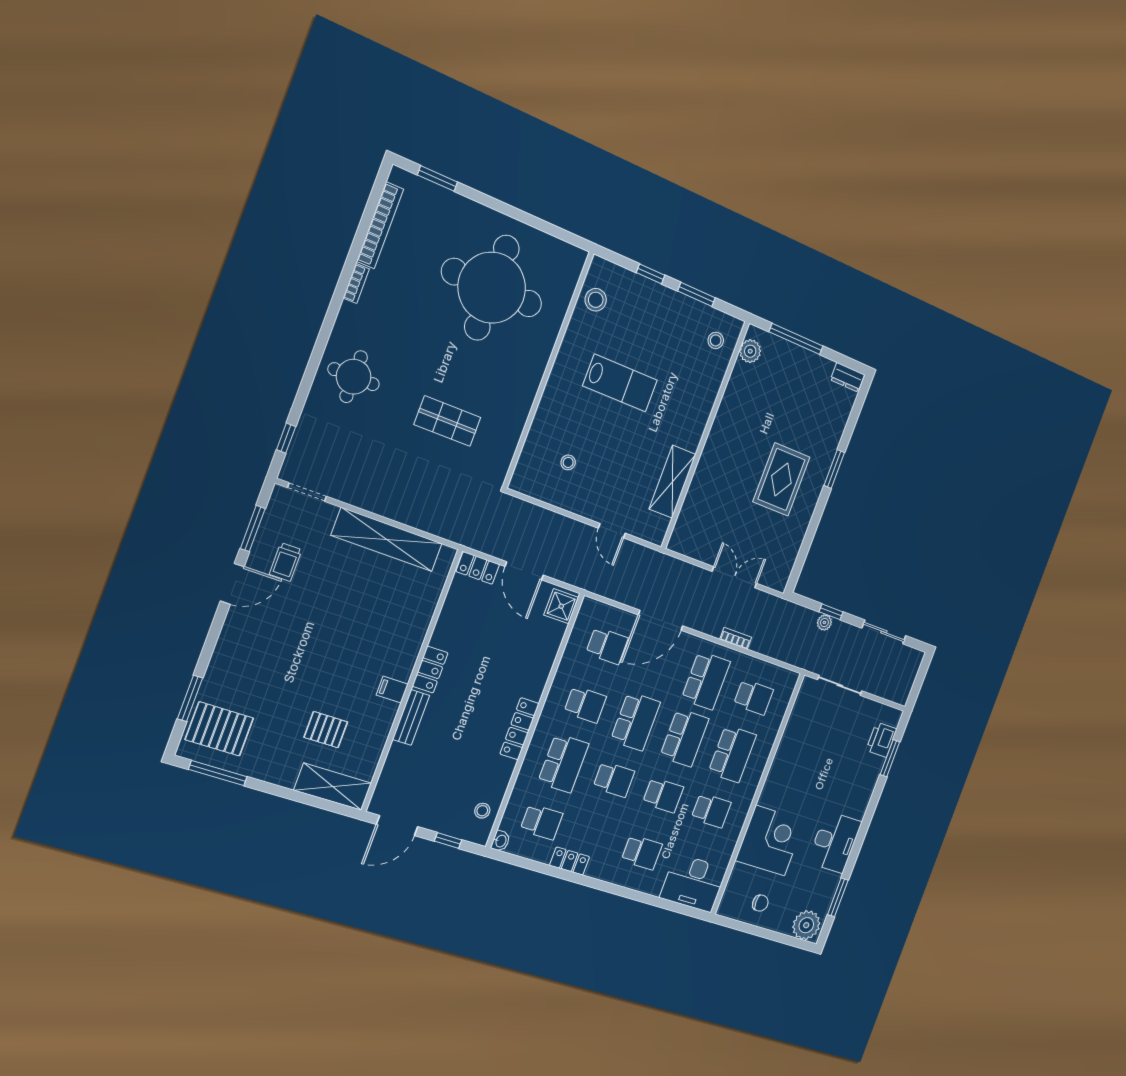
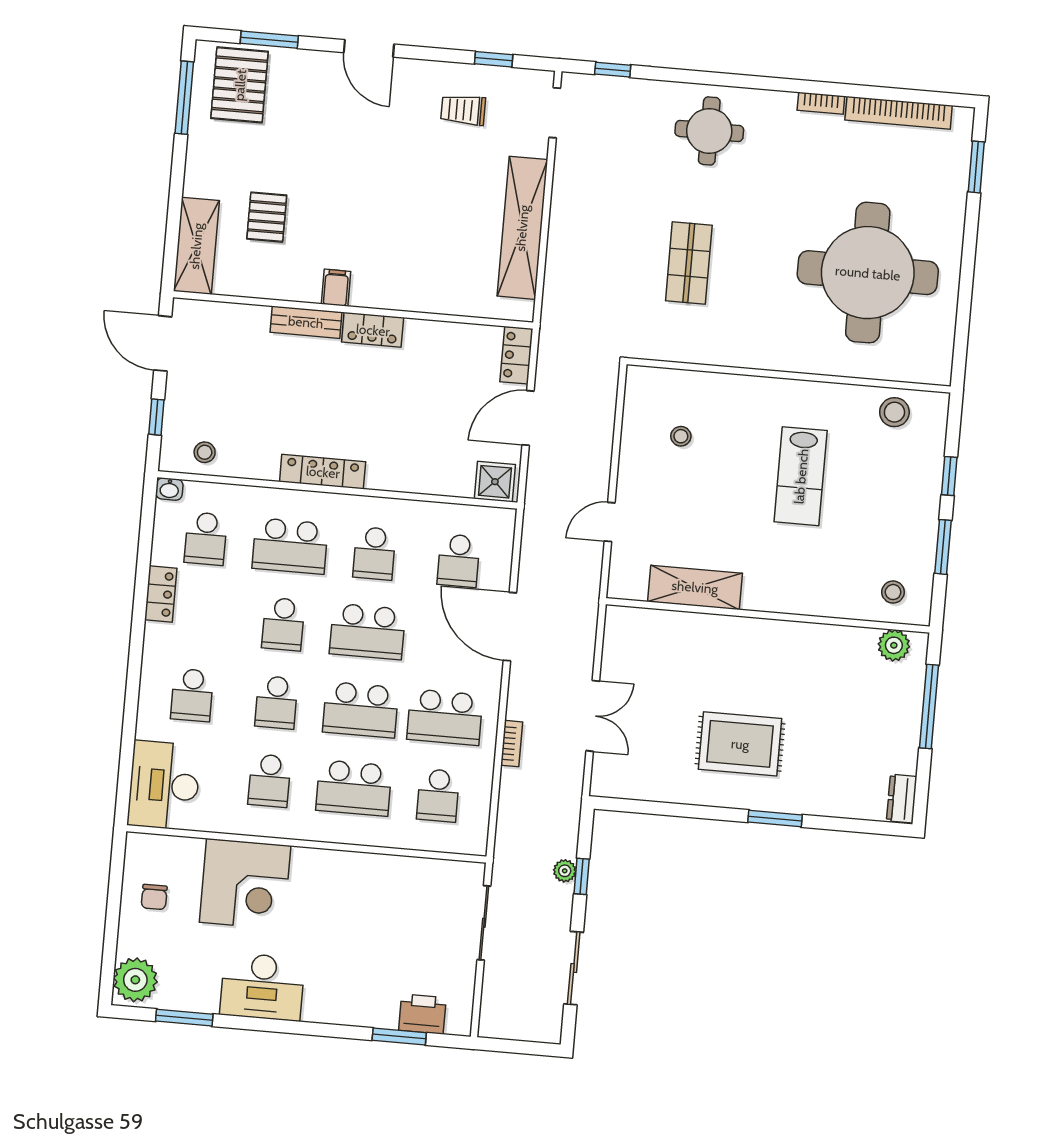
window: (253, 529) -> (494, 59), width x0.67
door: (232, 584) -> (369, 48), moved

